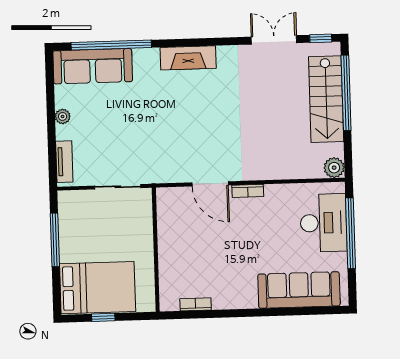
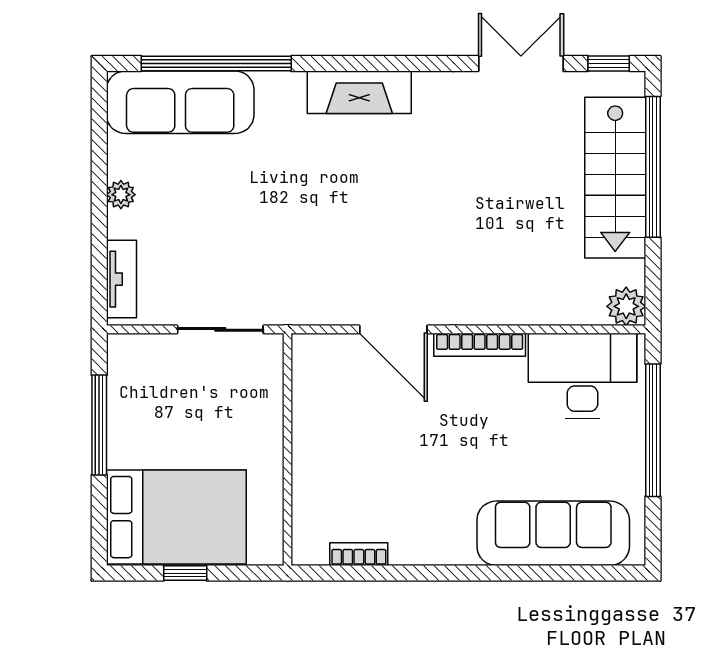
bookcase: (248, 191) -> (480, 345), width x1.56
desk: (323, 223) -> (582, 376), moved, turned -90

